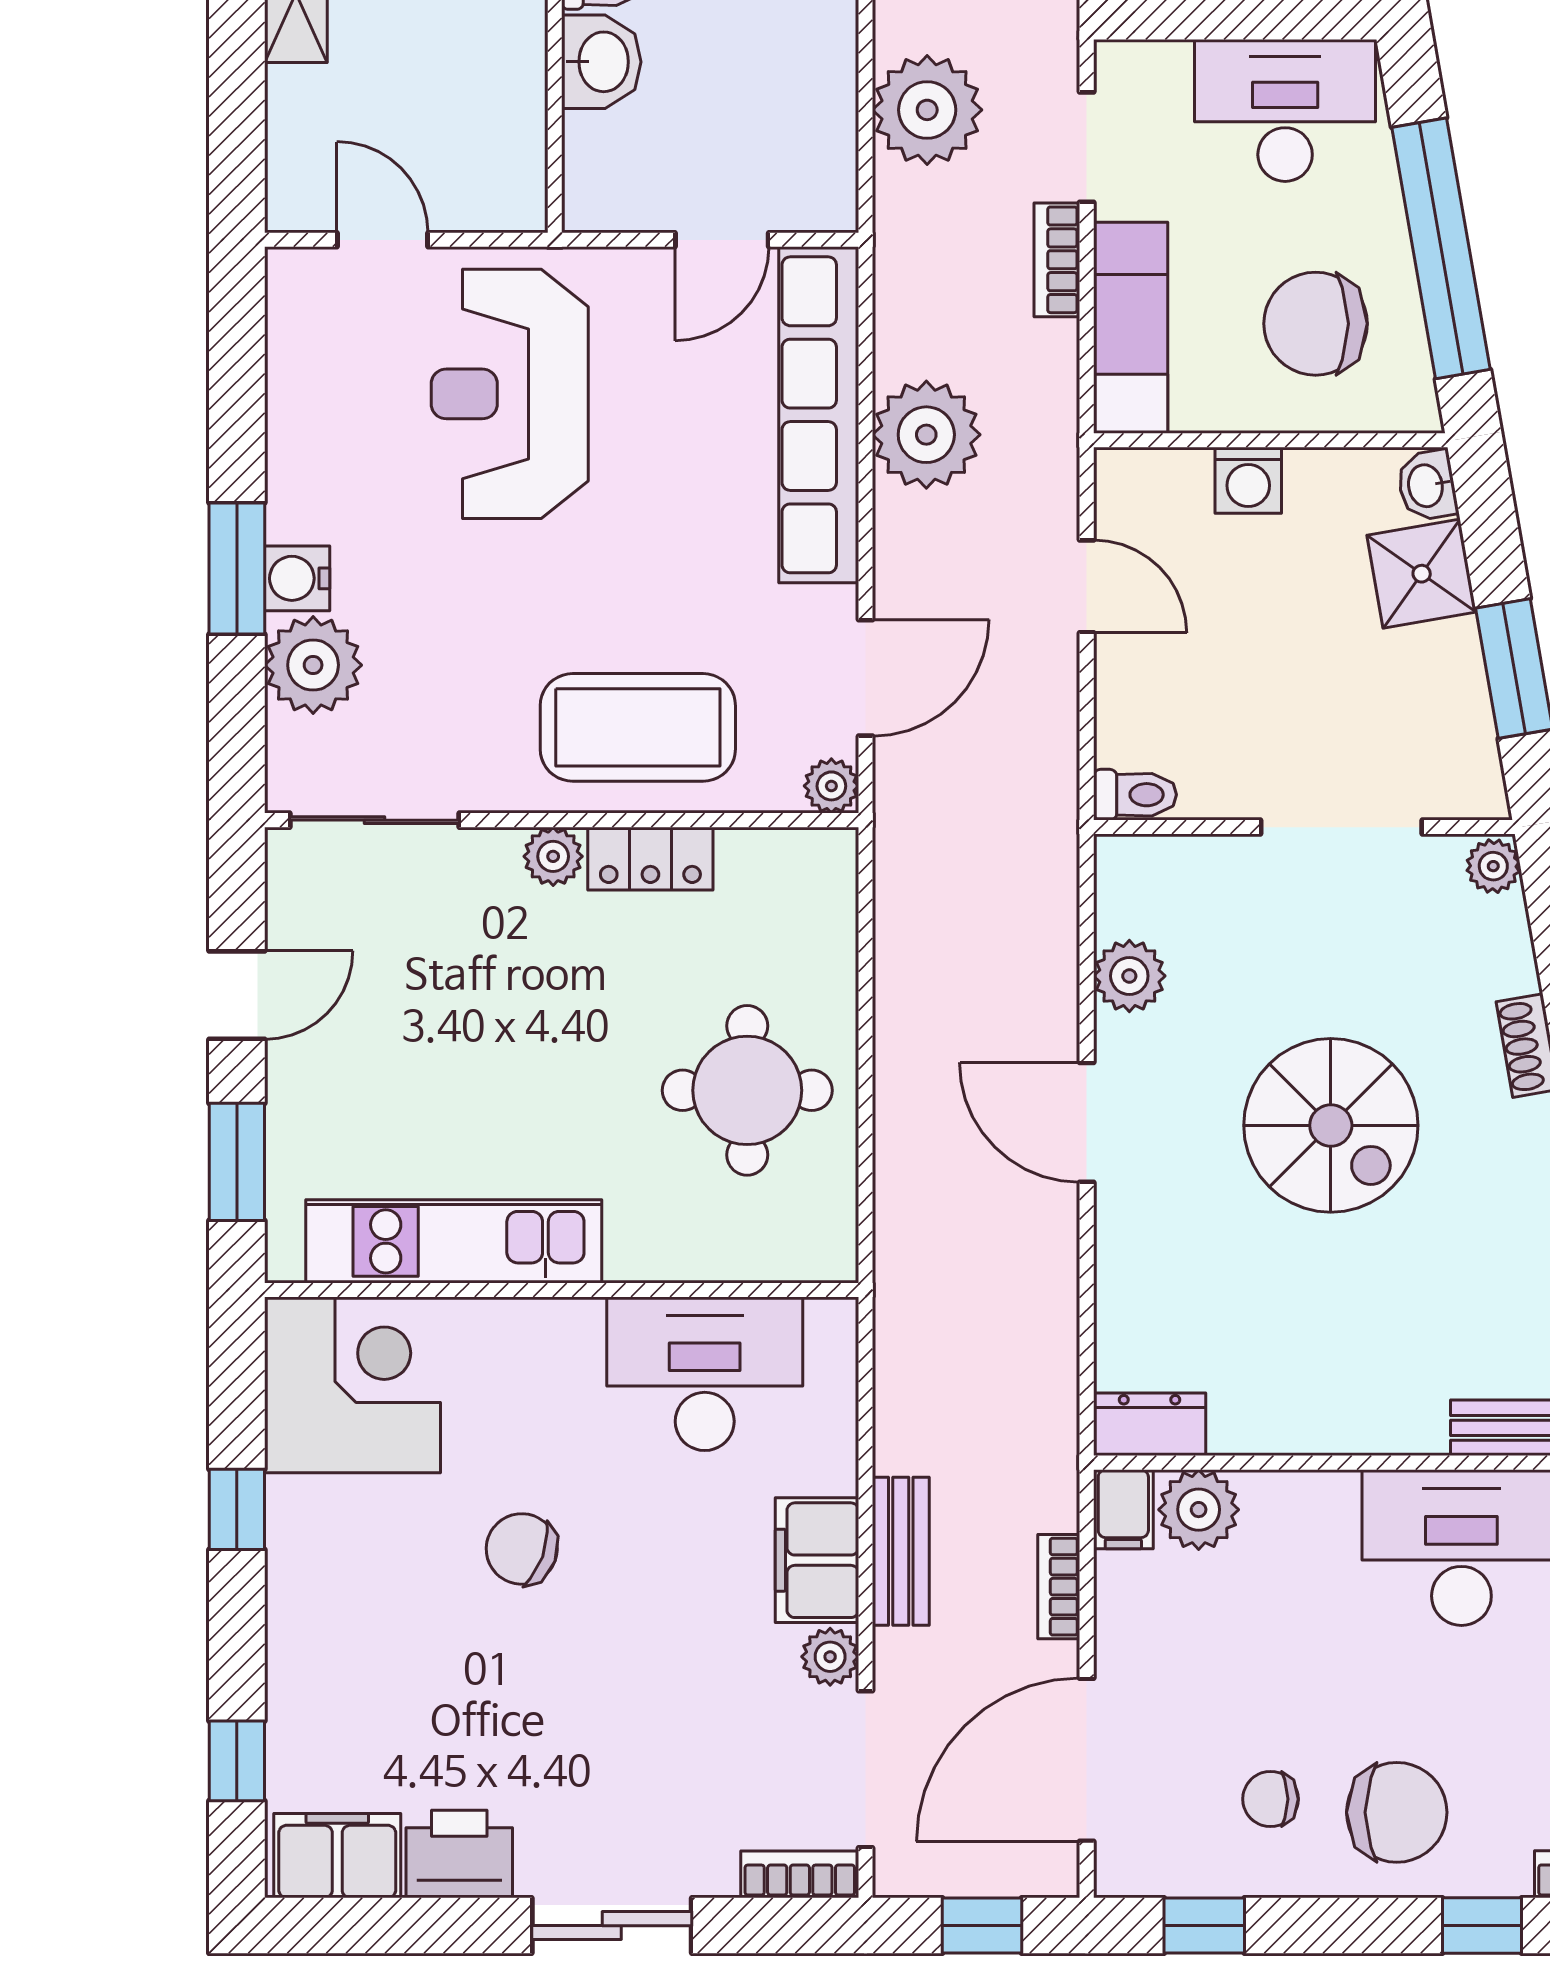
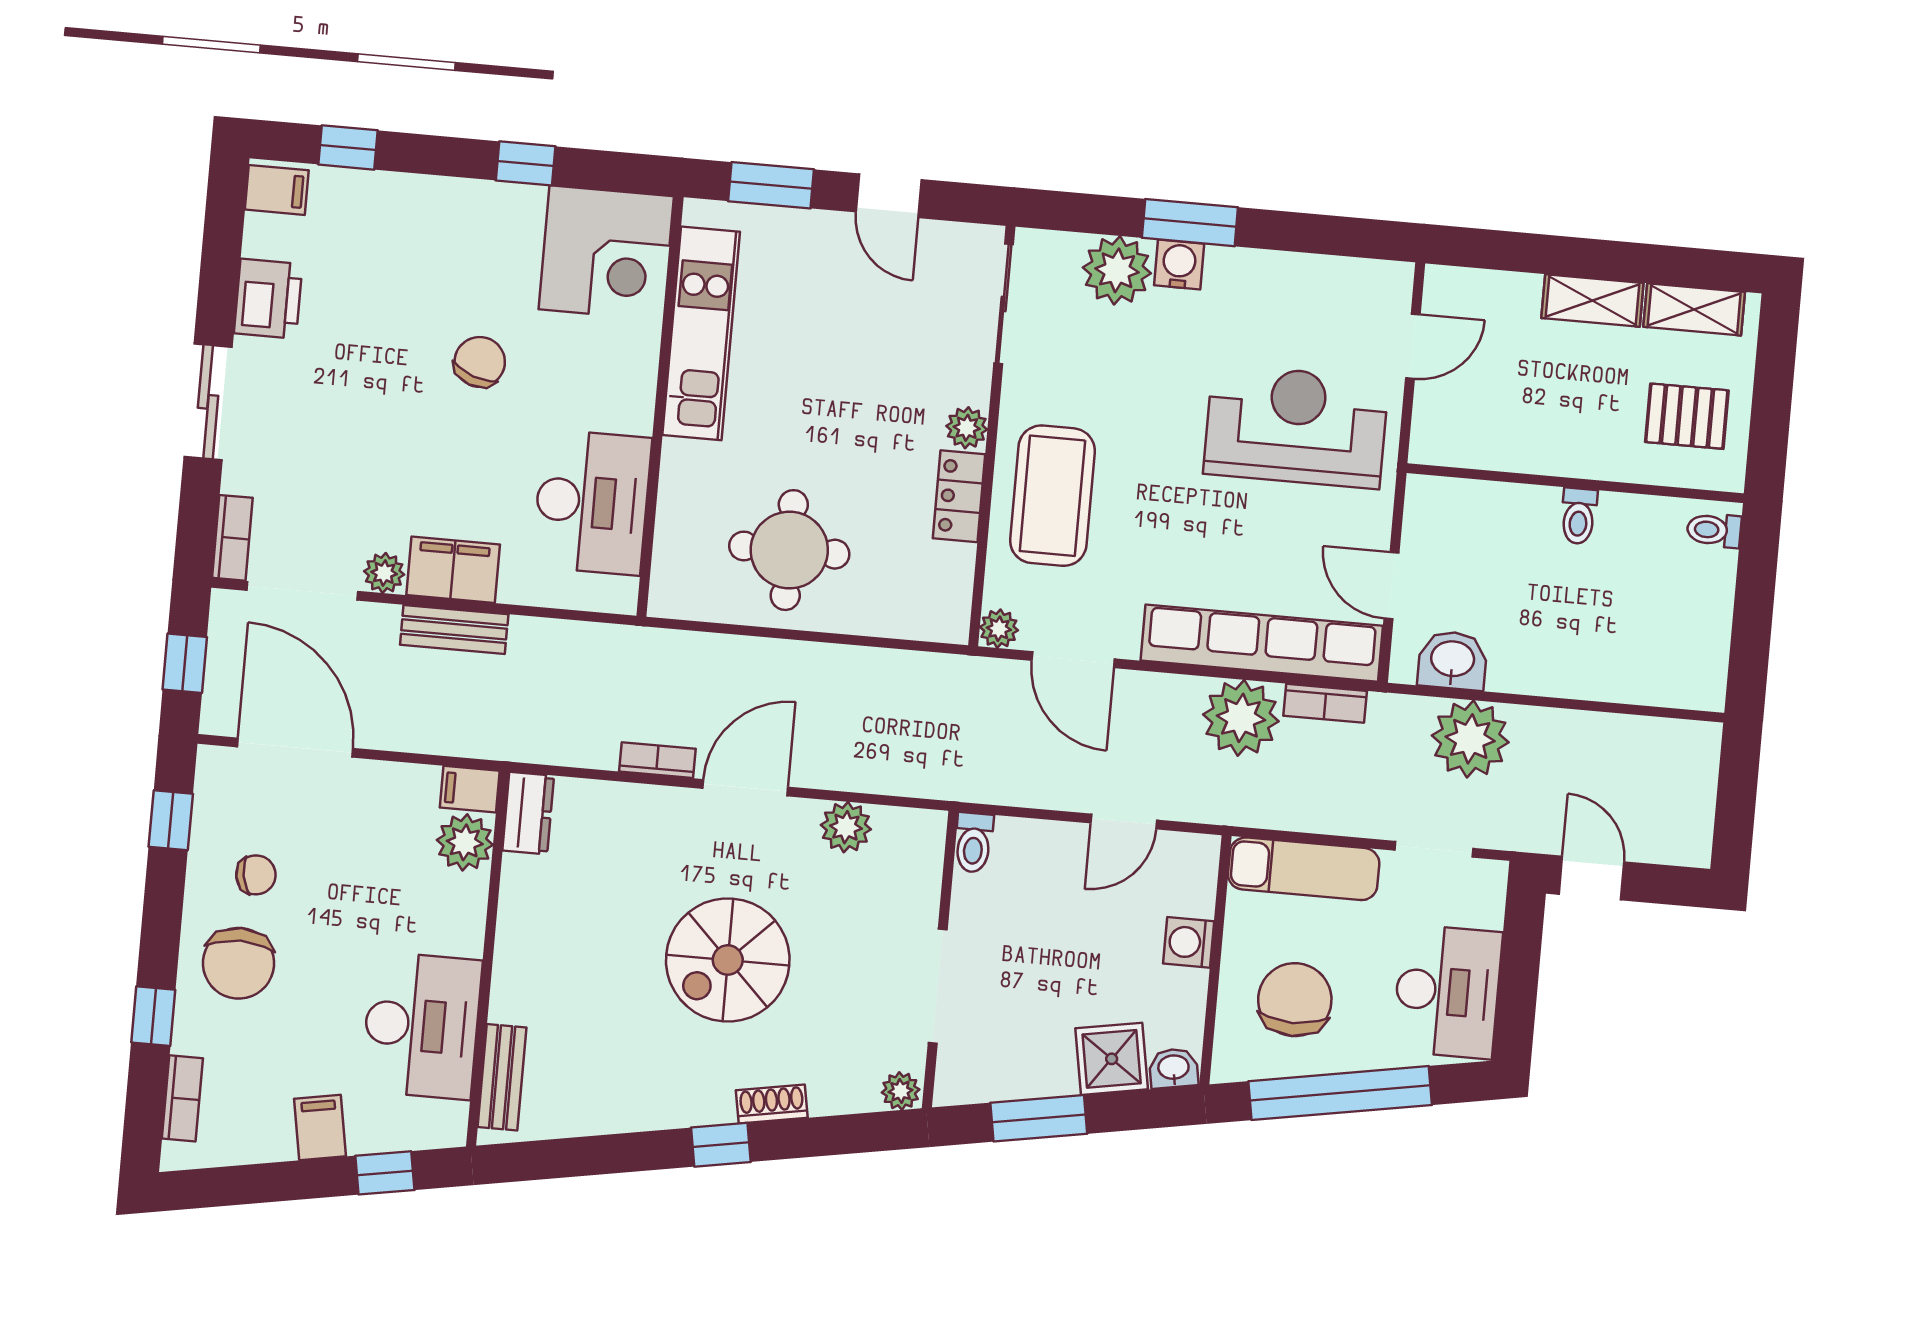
washbasin: (601, 62) -> (1452, 660), moved, turned 180
bookcase: (1057, 260) -> (1325, 703), moved, turned 180
bookcase: (1059, 1587) -> (657, 760), moved
chair: (1270, 1799) -> (256, 875), turned 80
filing cabinet: (337, 1856) -> (277, 190), width x0.50

